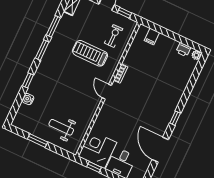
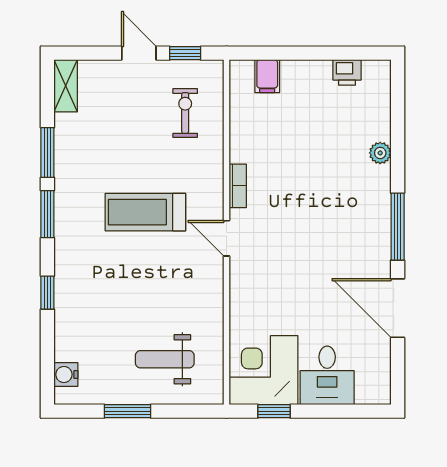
treadmill: (90, 53) -> (145, 212), moved
plant: (196, 55) -> (380, 153), moved
water cooler: (28, 99) -> (66, 374), moved
window: (175, 118) -> (398, 227), width x2.17

